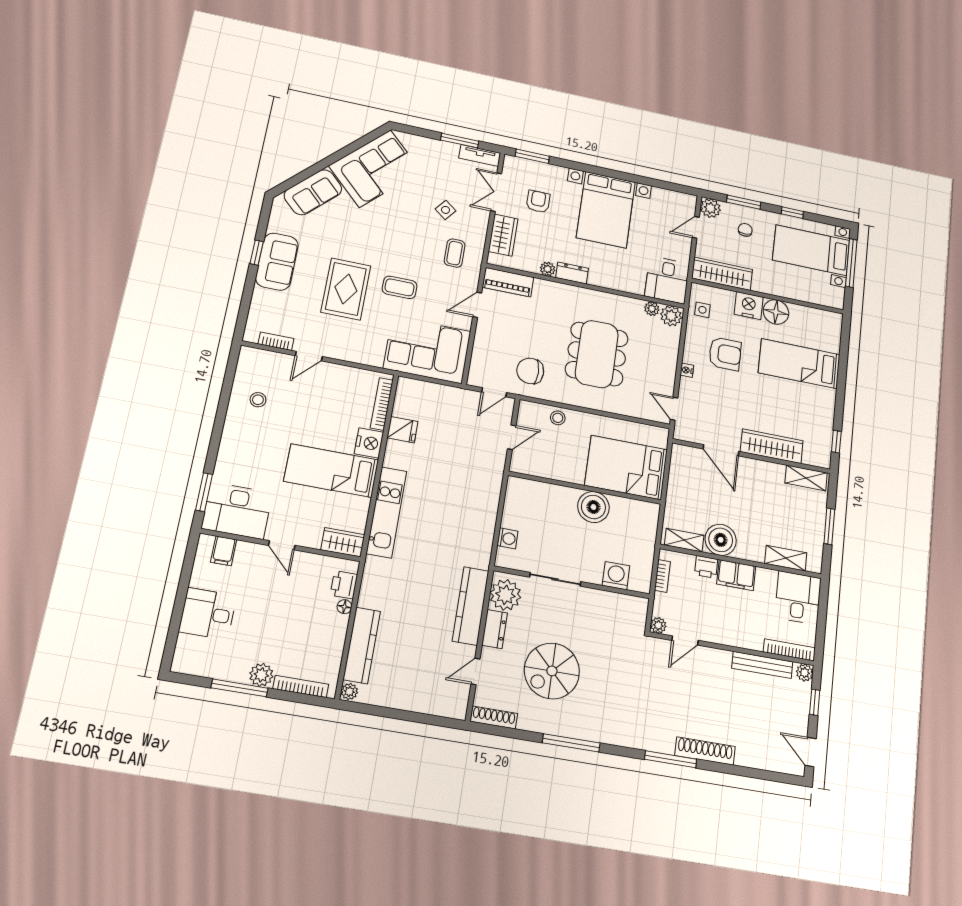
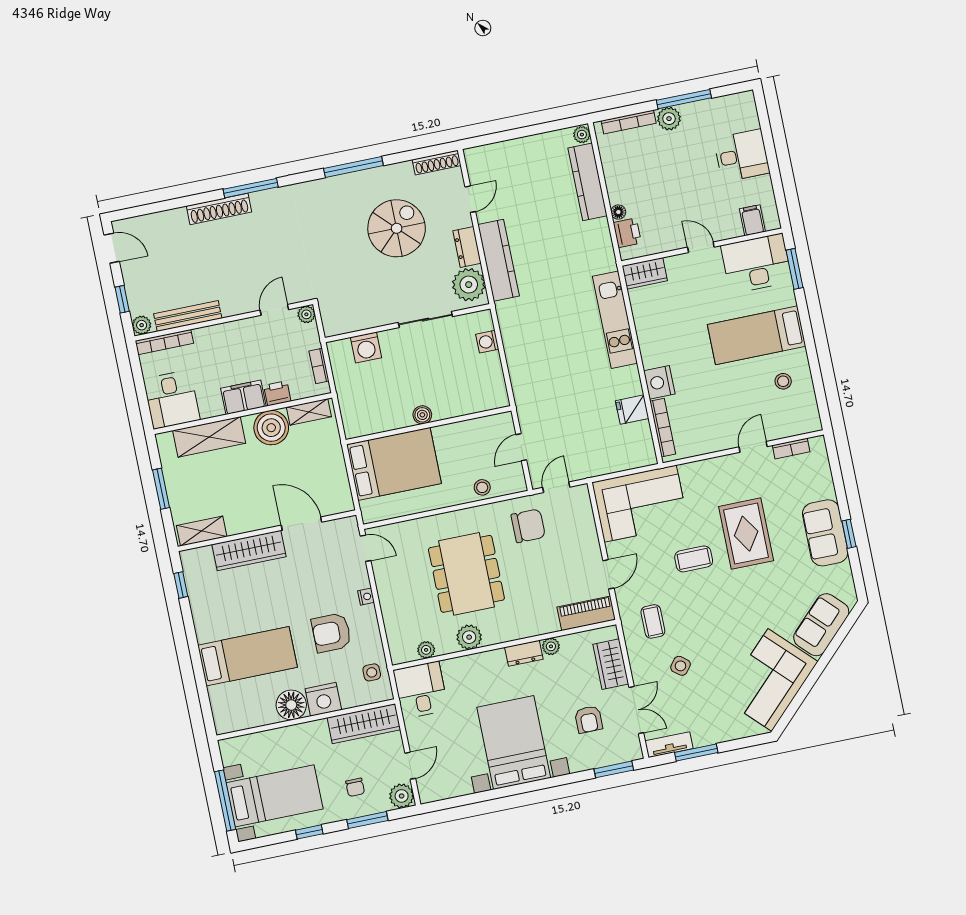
plant: (671, 316) -> (469, 637), moved
bed: (331, 471) -> (757, 335), moved, turned 180
boiler: (593, 507) -> (422, 415), width x0.54, depth x0.54
shelving: (786, 558) -> (209, 437), width x1.50, depth x1.33

